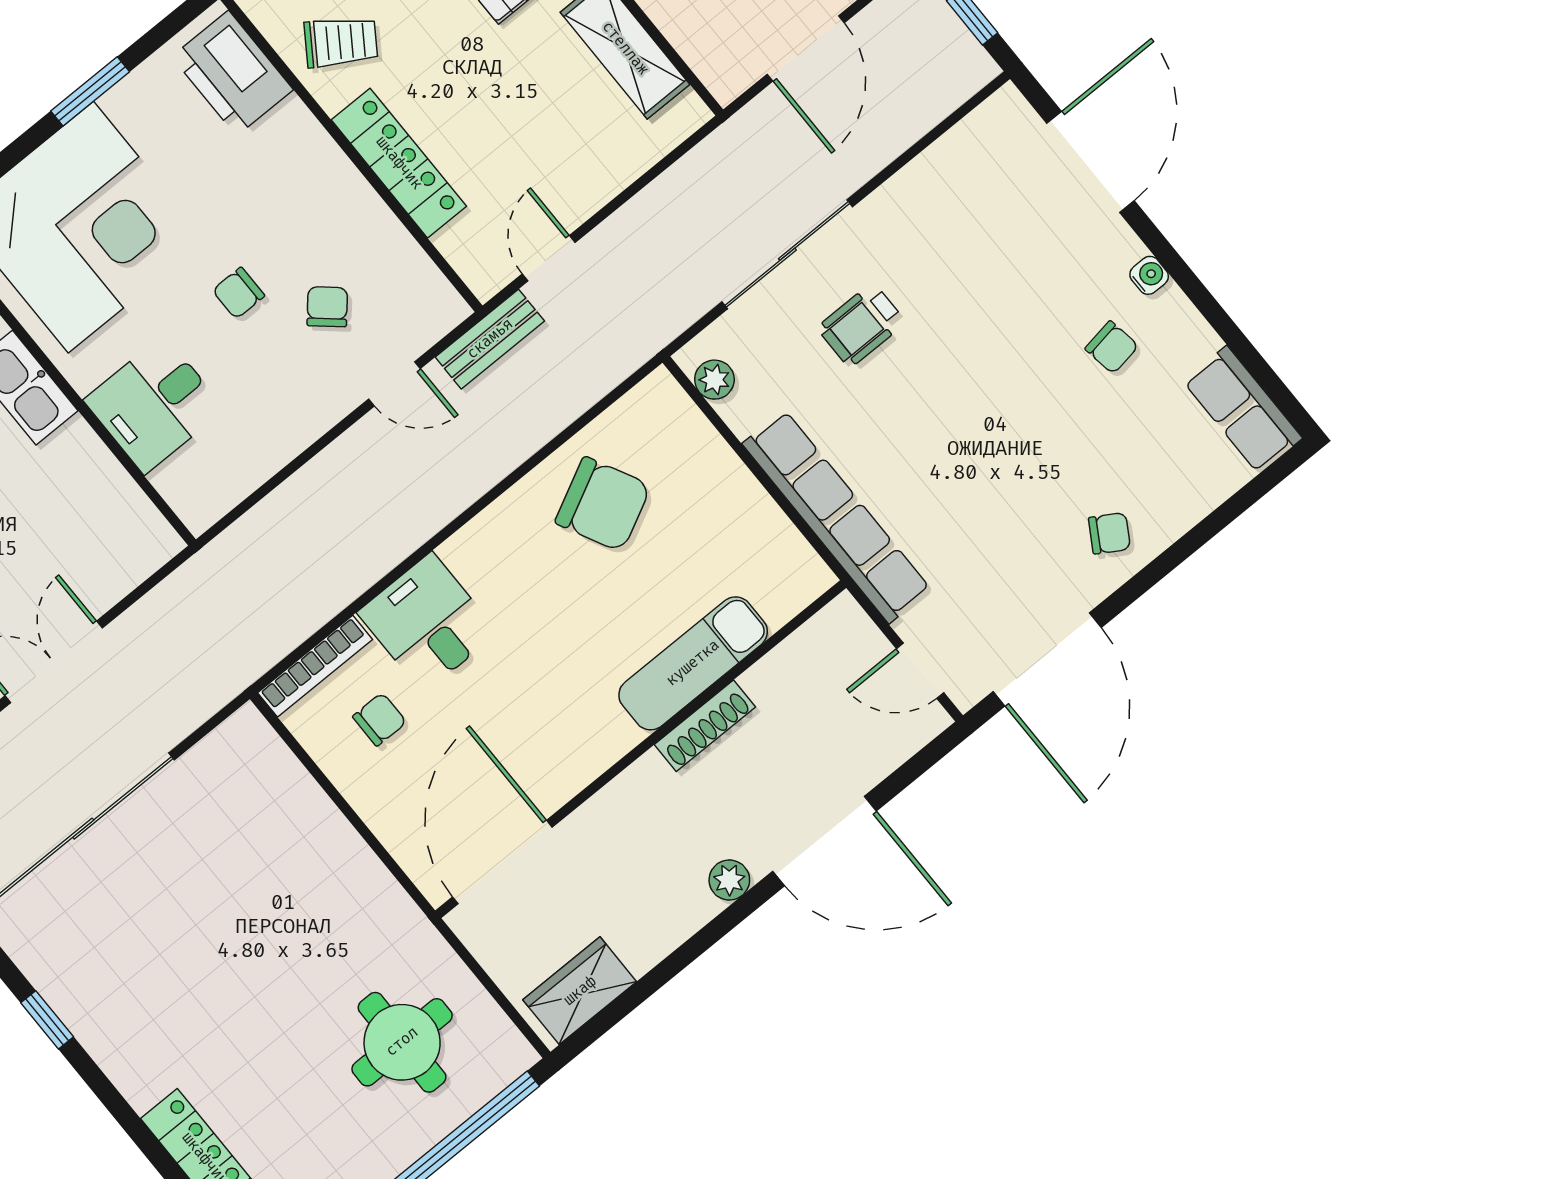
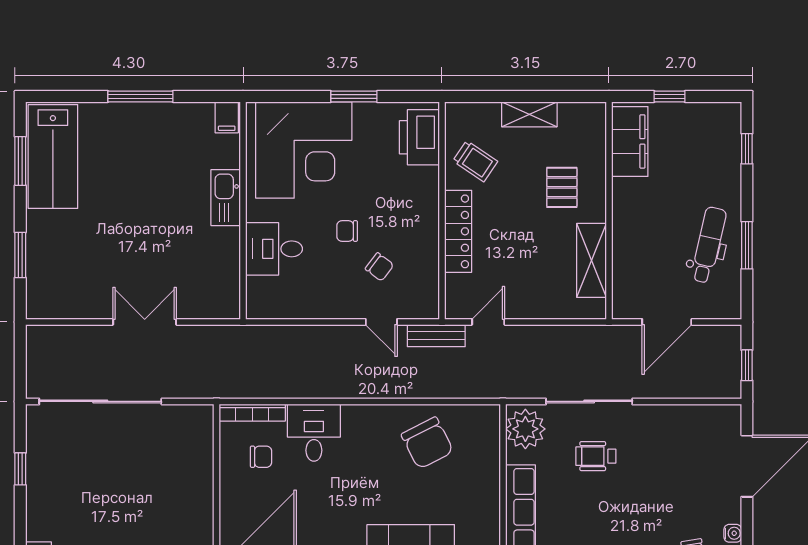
chair: (327, 307) -> (379, 267), turned 86
plant: (714, 380) -> (525, 429), width x1.88, depth x1.88

